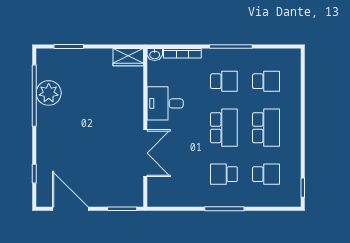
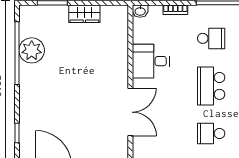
bookcase: (182, 53) -> (175, 10), width x0.64
wardrobe: (128, 57) -> (84, 14), moved
school desk: (224, 128) -> (211, 86), turned 180

